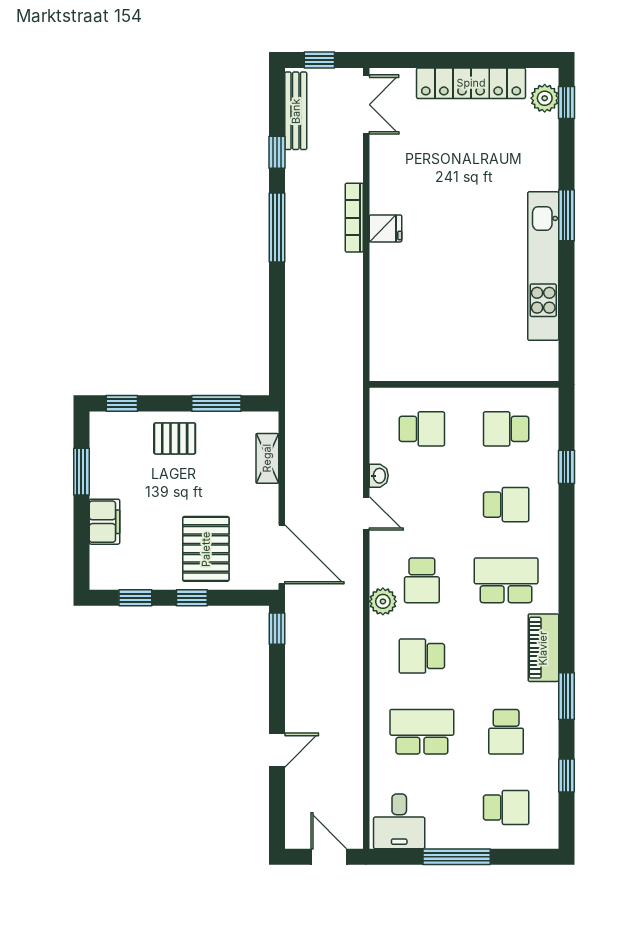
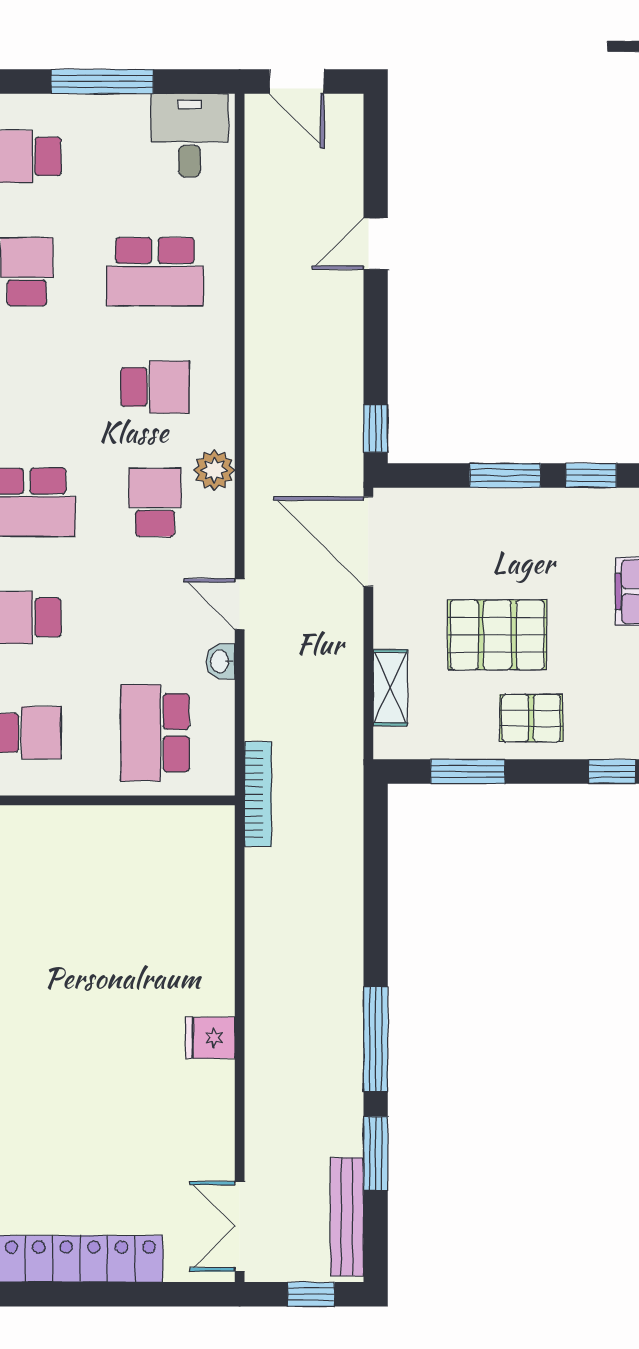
window: (277, 152) -> (376, 1154), width x1.50
bookcase: (354, 218) -> (258, 794), moved
school desk: (422, 429) -> (155, 733), width x1.85
pallet: (206, 549) -> (497, 635), moved, turned 90
window: (192, 598) -> (505, 476), width x1.50

